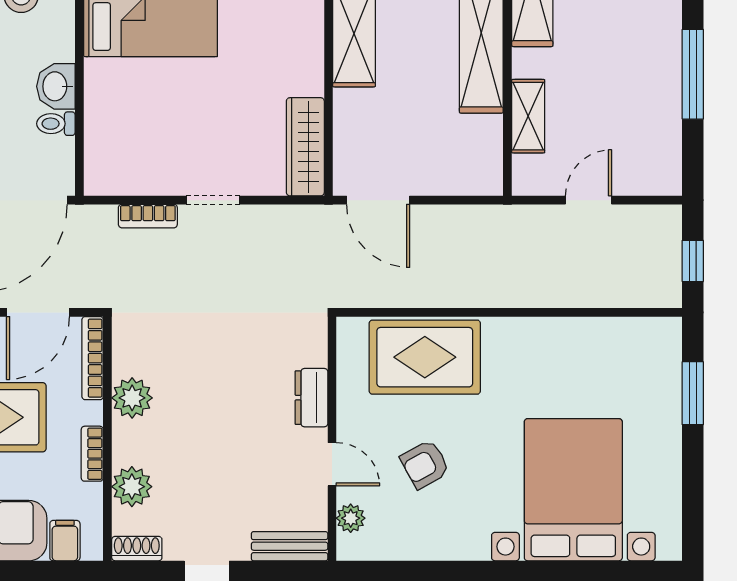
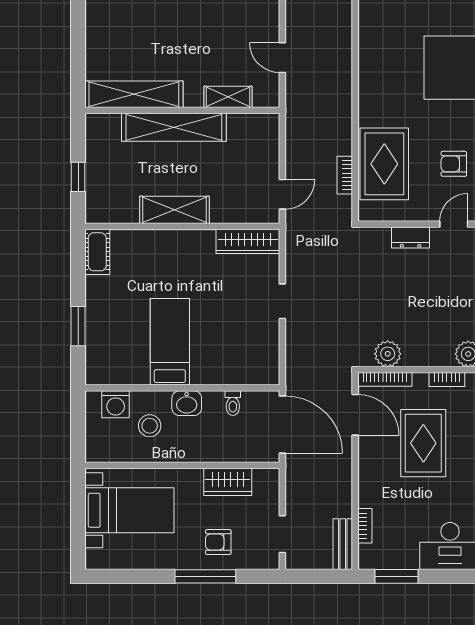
washbasin: (56, 86) -> (187, 403), moved
door: (378, 200) -> (282, 194), width x0.73
bookcase: (148, 216) -> (345, 175), moved, turned 180
plant: (132, 398) -> (388, 354), moved
armchair: (425, 464) -> (454, 164), turned 119

